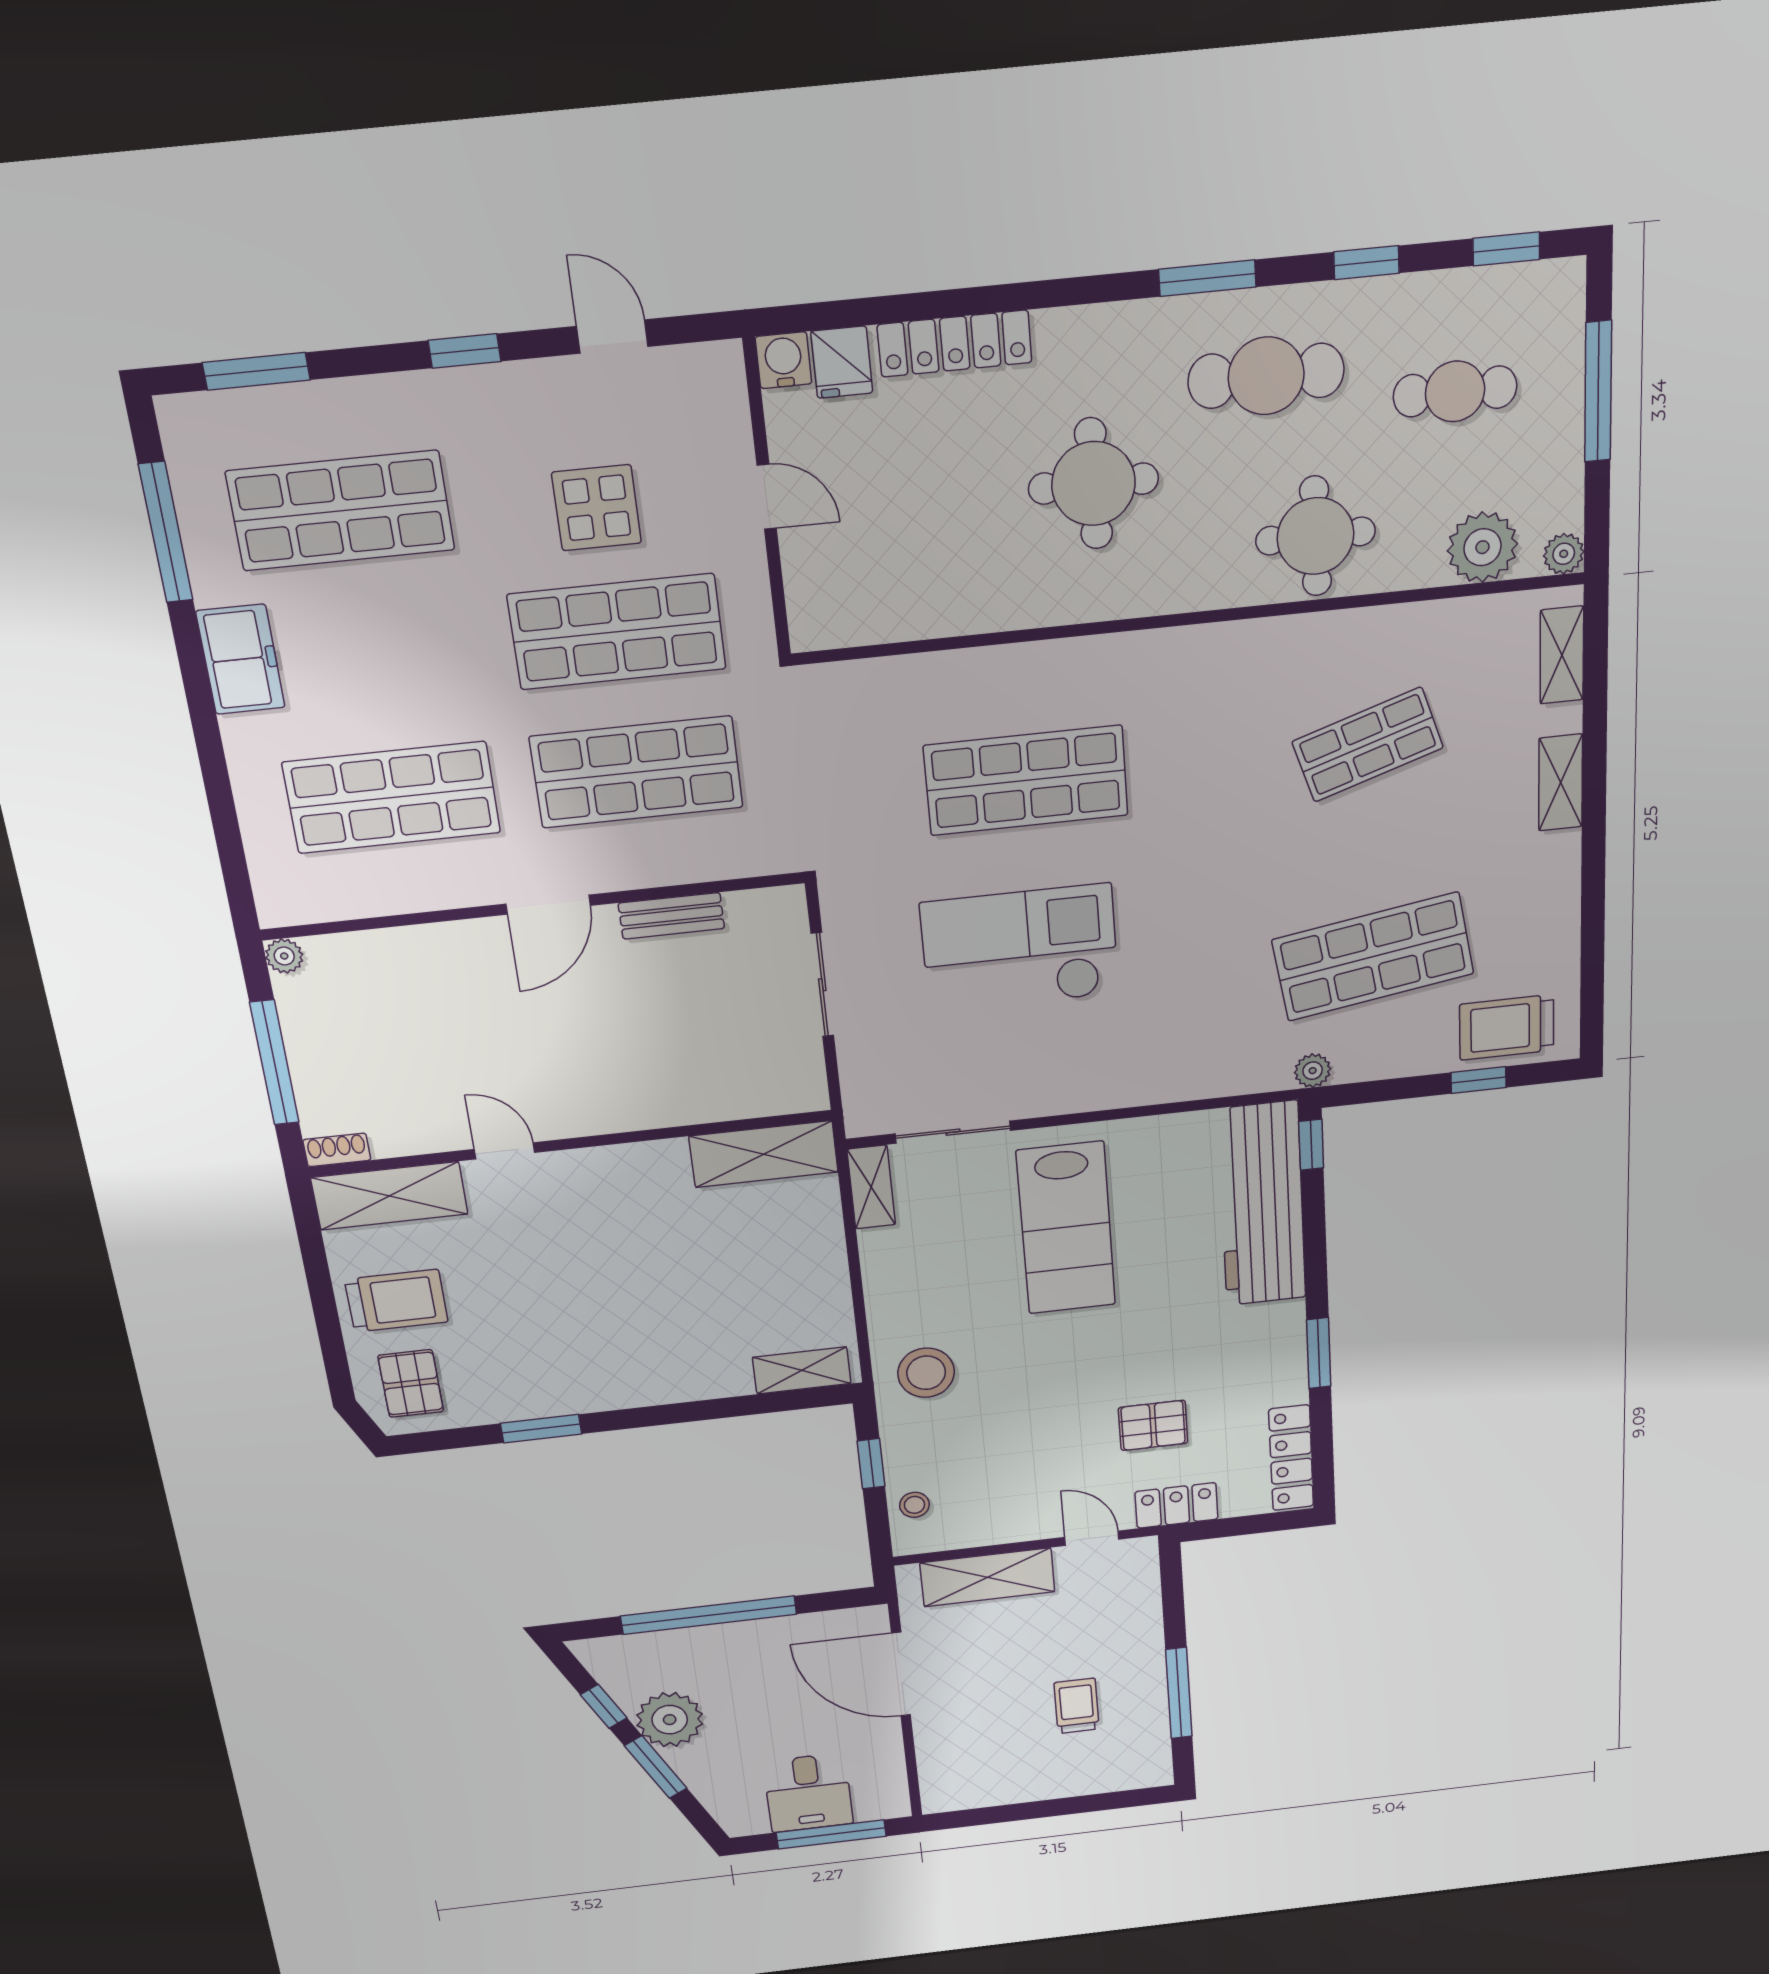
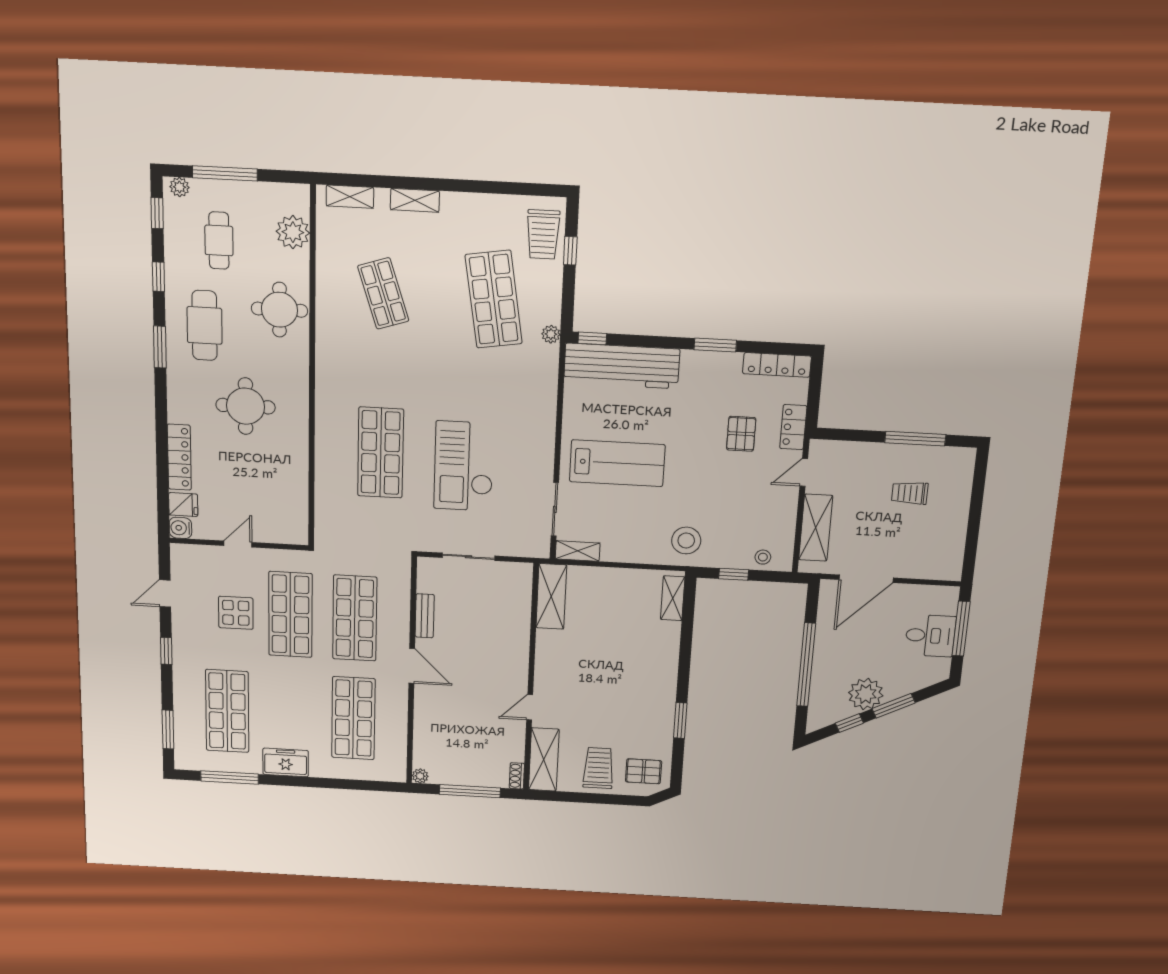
plant: (1564, 554) -> (179, 187), moved

